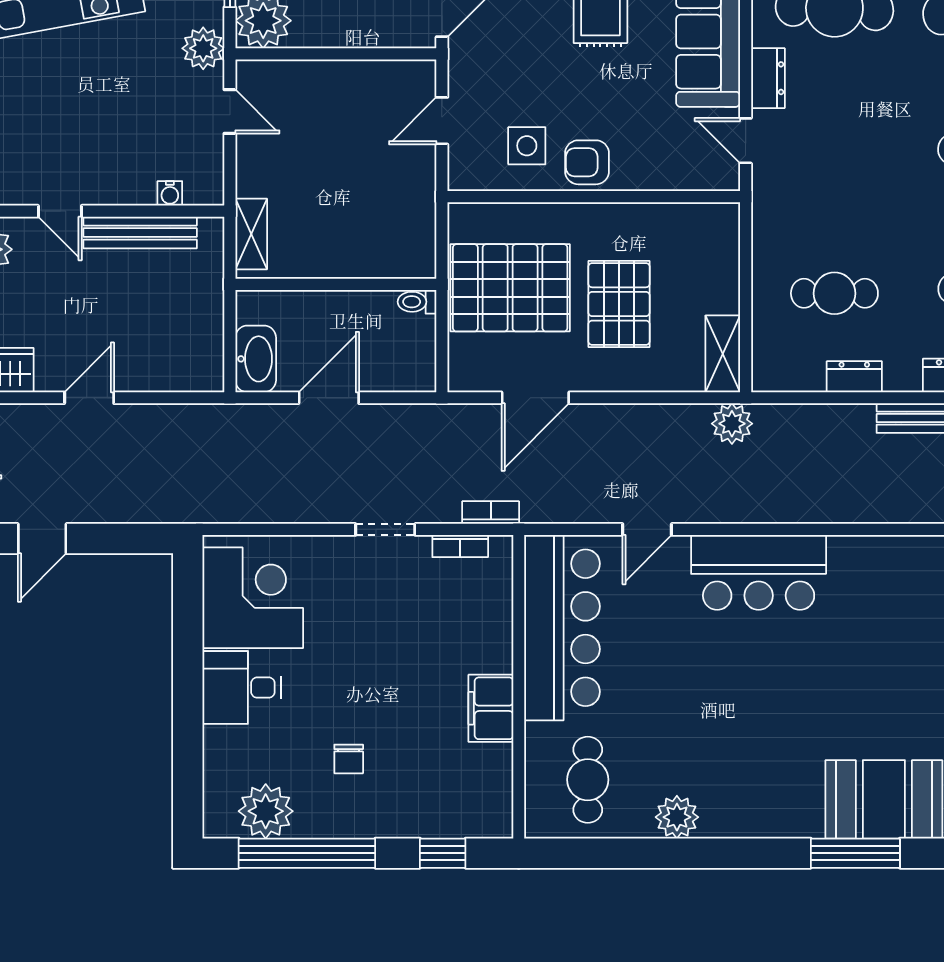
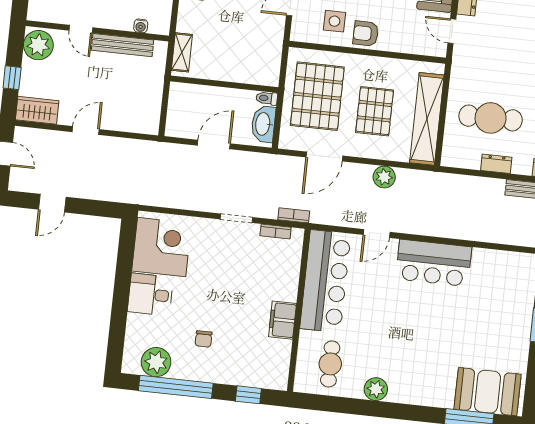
pallet: (510, 288) -> (317, 96), turned 90
cafe table: (834, 293) -> (491, 118), width x1.37, depth x1.35
shelving: (723, 354) -> (427, 119), width x2.20, depth x1.33
washbasin: (256, 359) -> (263, 124), moved, turned 180
plant: (732, 424) -> (384, 177), moved

